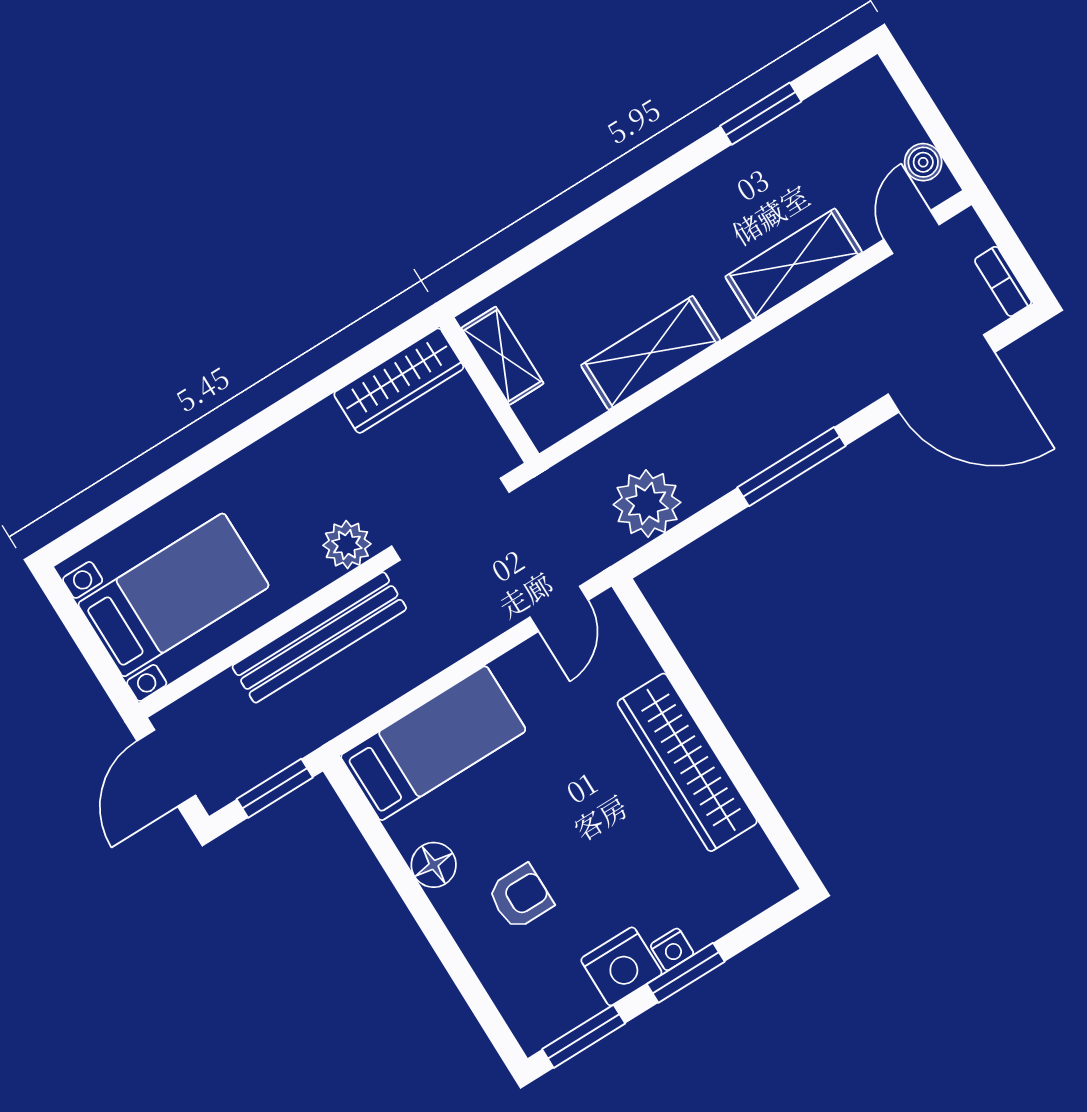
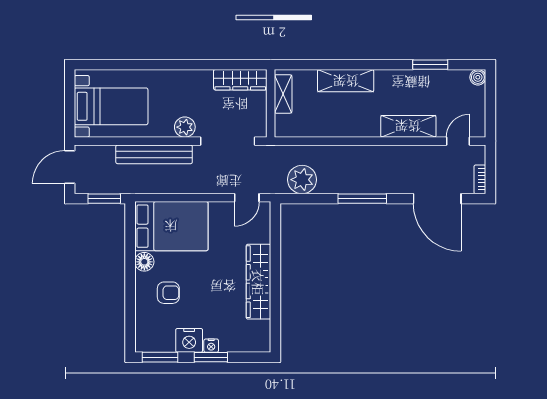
boiler: (923, 162) -> (478, 77), moved
shelving: (651, 353) -> (346, 81), moved
bed: (433, 743) -> (171, 226), width x1.50

